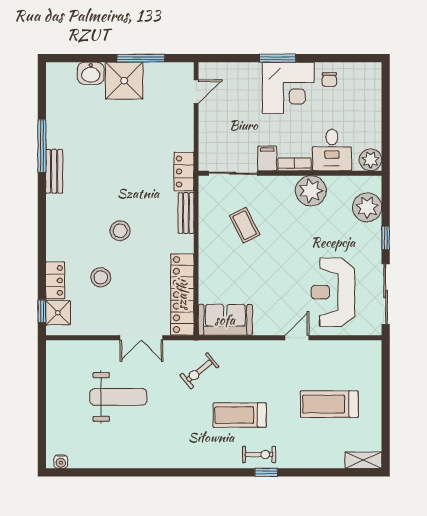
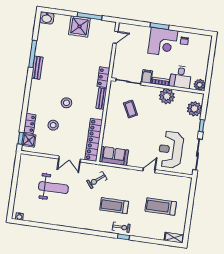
washbasin: (91, 73) -> (47, 18), moved

